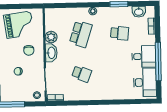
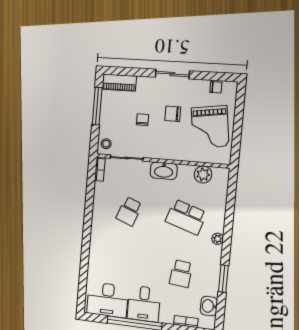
plant: (51, 37) -> (203, 174), moved
chair: (29, 50) -> (173, 114), moved

